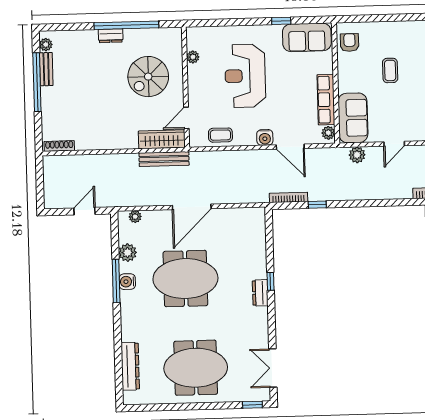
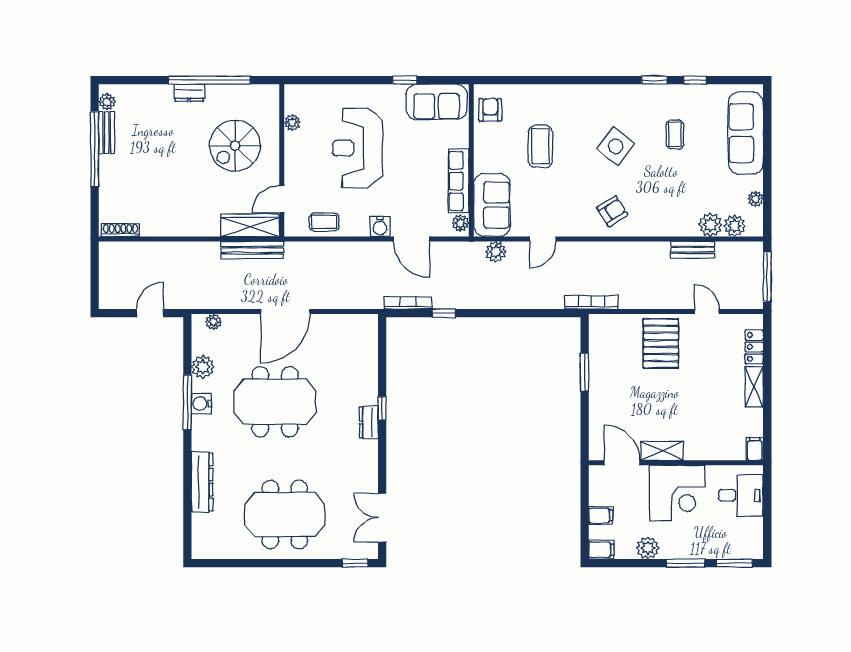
coffee table: (390, 70) -> (540, 146), width x1.36, depth x1.30
dresser: (130, 366) -> (202, 482), moved

